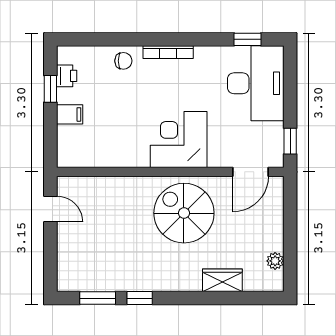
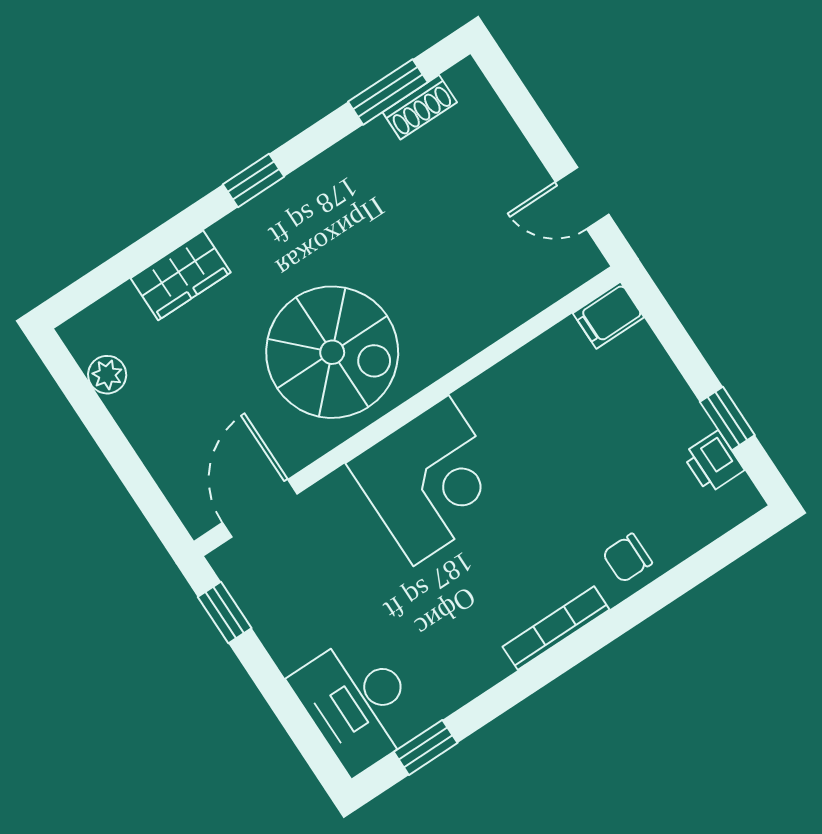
desk: (256, 83) -> (358, 703), width x0.73, depth x0.77
filing cabinet: (70, 114) -> (608, 315), moved
shoe rack: (89, 284) -> (420, 107), added
window: (140, 298) -> (253, 180), moved

